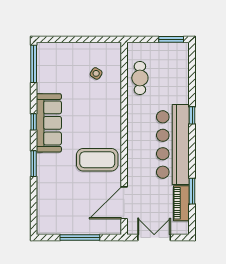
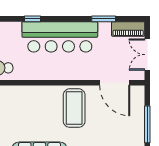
piano: (181, 203) -> (128, 29), moved

